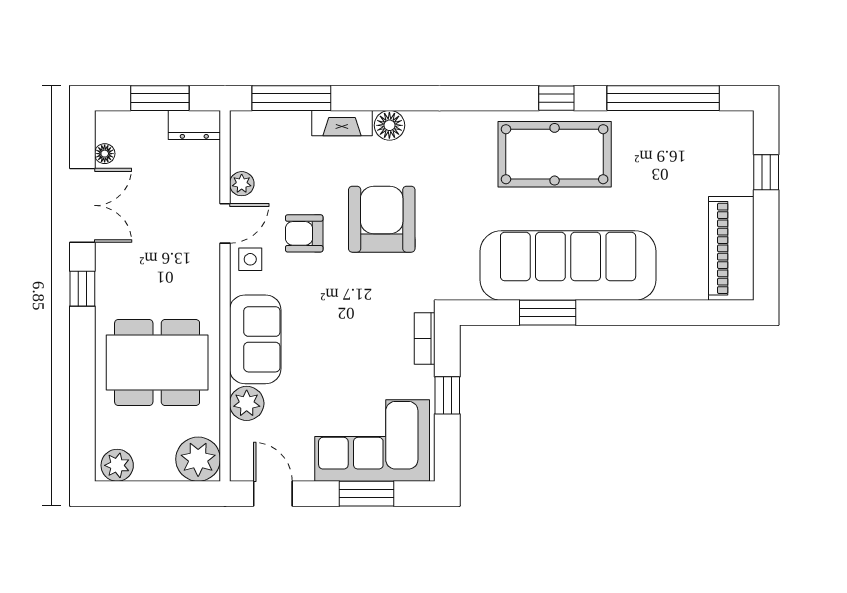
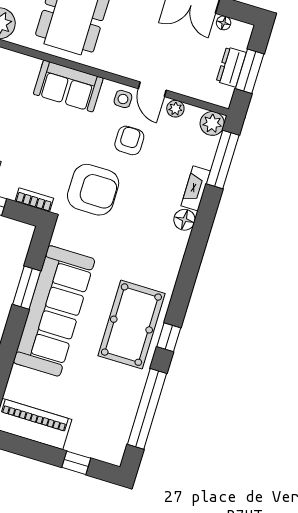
dresser: (194, 125) -> (231, 67), moved
armchair: (382, 219) -> (93, 190), moved
plant: (247, 403) -> (212, 123), moved

